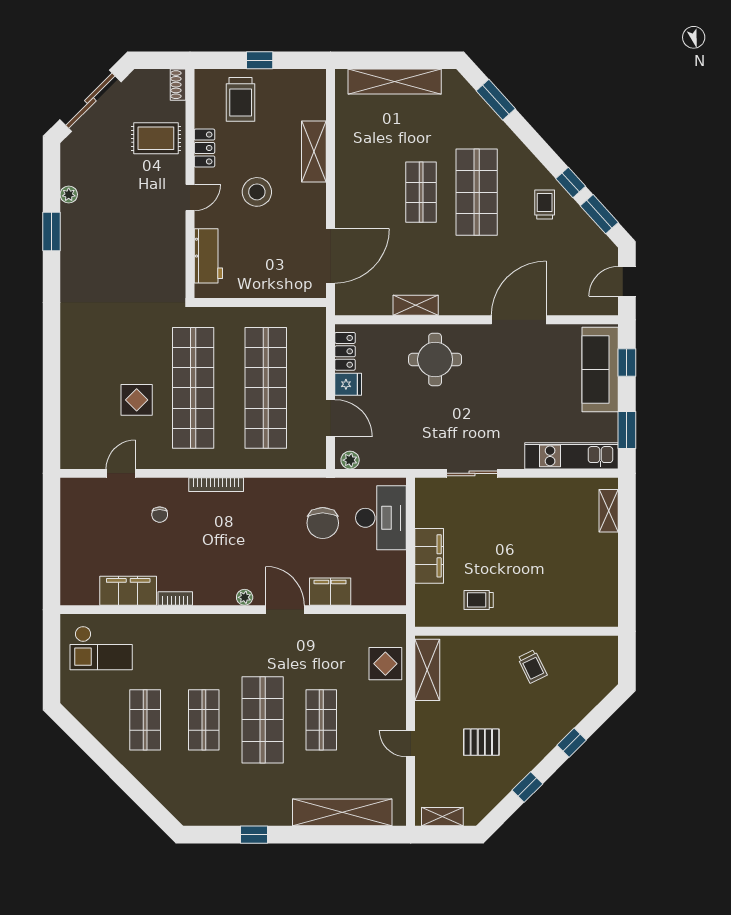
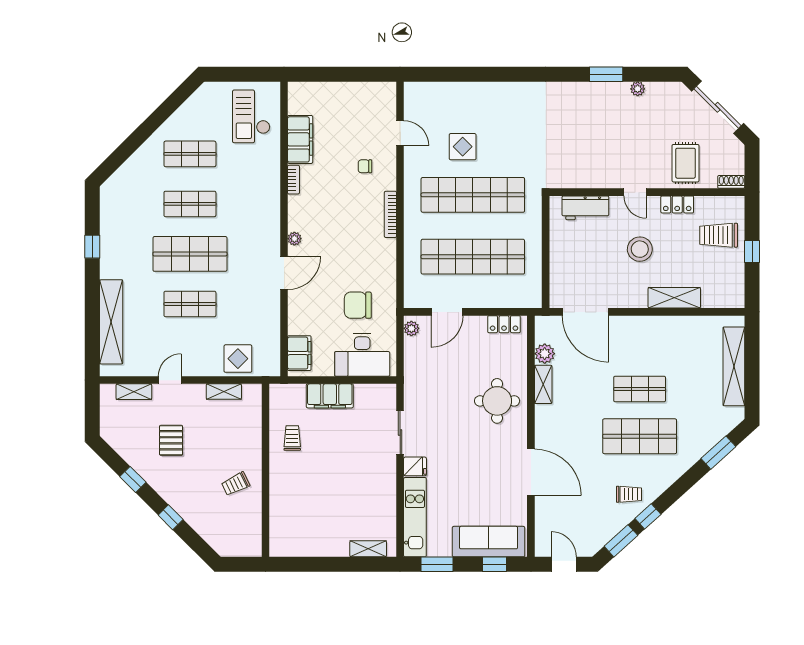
plant: (380, 304) -> (545, 354), added
fridge: (348, 384) -> (415, 466), moved, turned -90
filing cabinet: (330, 592) -> (299, 353), moved
shelving: (427, 670) -> (224, 392), width x0.67, depth x0.75
shelving: (442, 817) -> (134, 392), moved, turned 90

